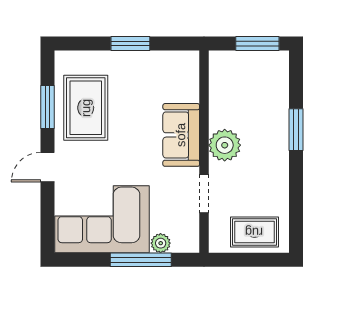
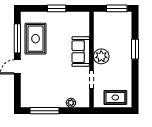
window: (48, 107) -> (17, 38), width x1.44
corner sofa: (102, 219) -> (43, 91), removed
window: (141, 260) -> (45, 111), moved

